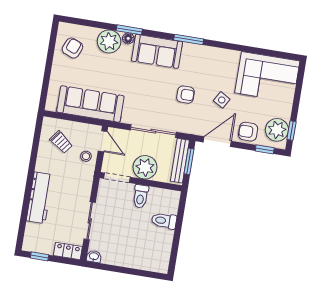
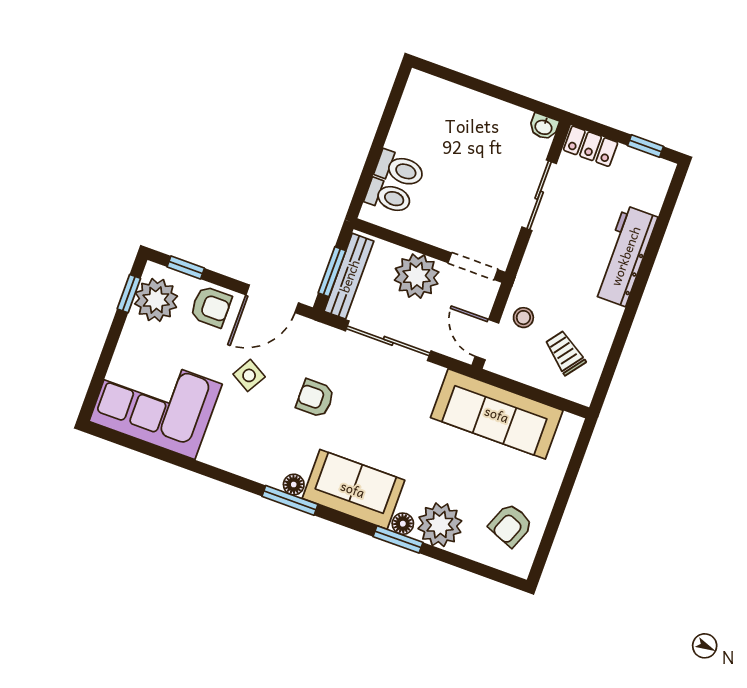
floor lamp: (188, 48) -> (294, 485), added
toilet: (141, 196) -> (388, 197), moved, turned 90

